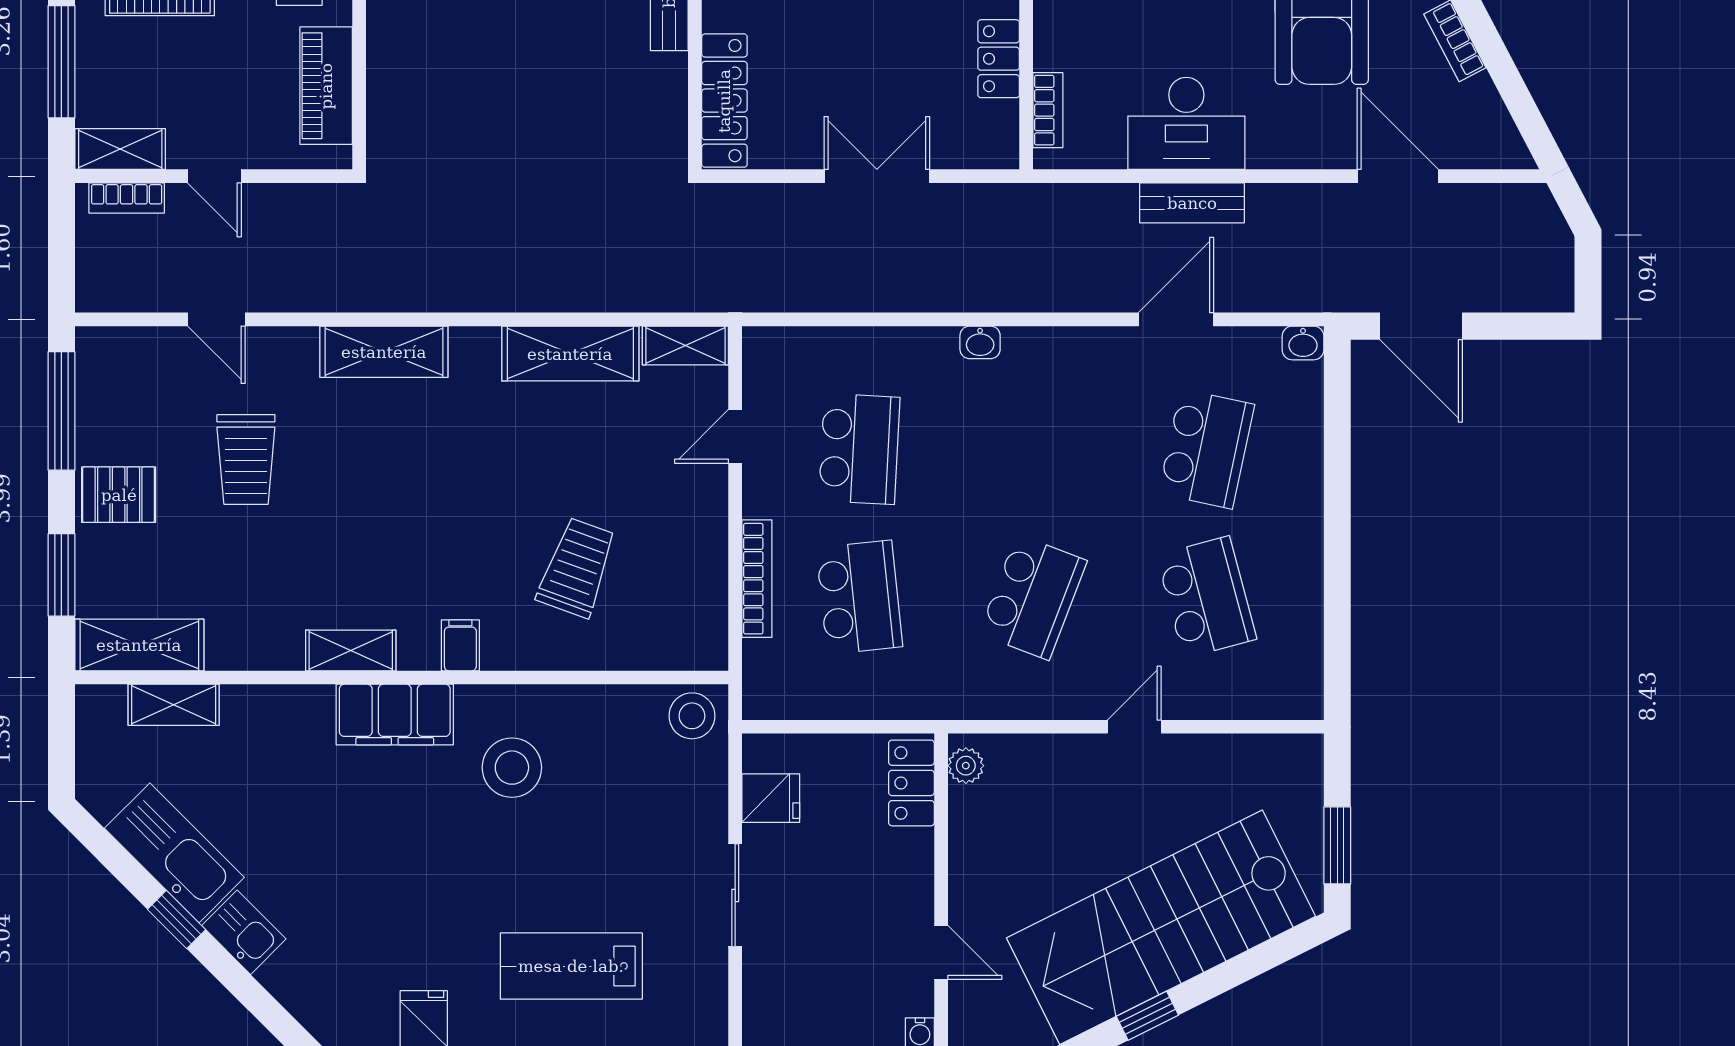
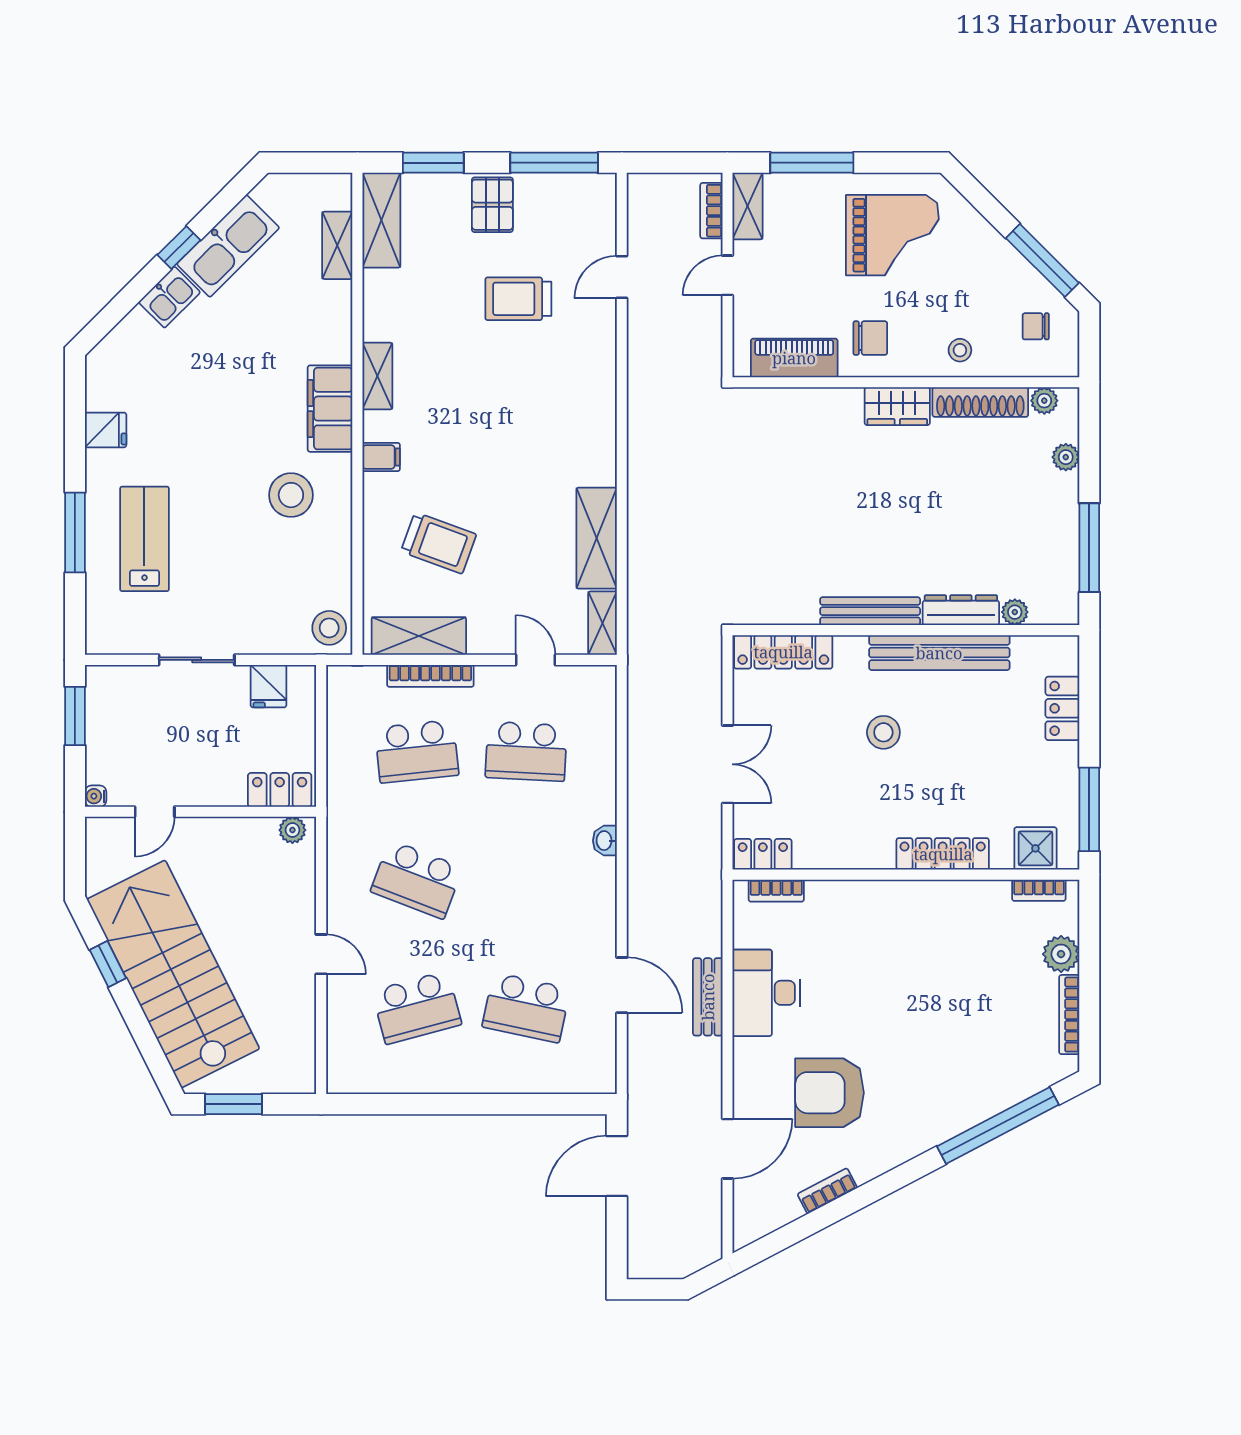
locker: (999, 59) -> (763, 854), moved
washbasin: (1303, 343) -> (604, 1079), removed
shelving: (384, 352) -> (419, 636), moved, turned 90

